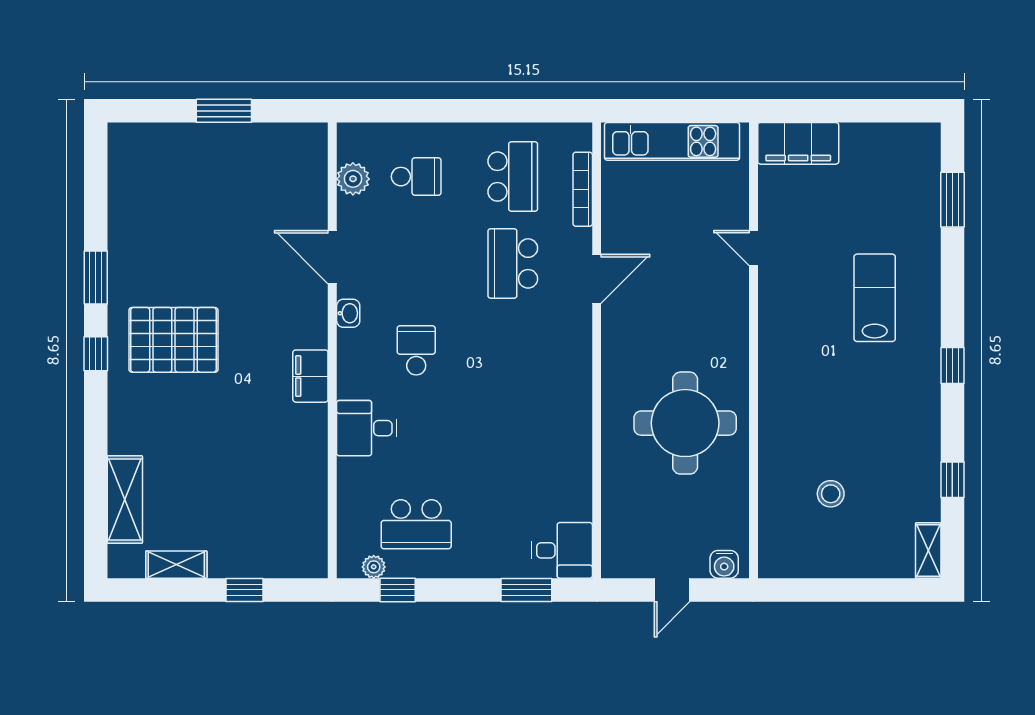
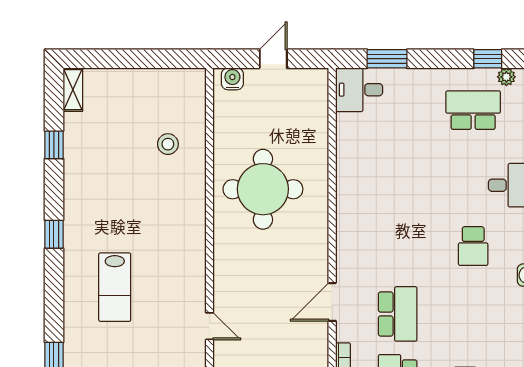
stool: (831, 494) -> (168, 144), moved

